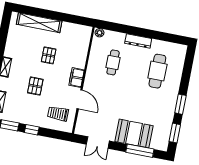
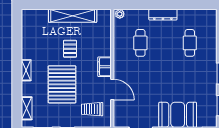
shelving: (39, 23) -> (73, 16), moved
cafe table: (157, 71) -> (190, 43), width x0.73, depth x0.74
pallet: (35, 86) -> (62, 84), width x2.05, depth x2.00

